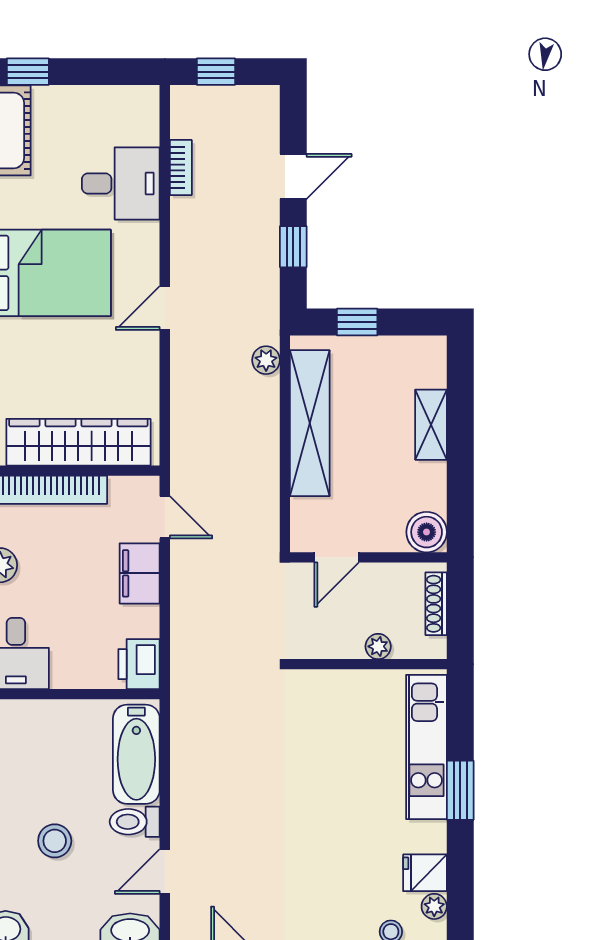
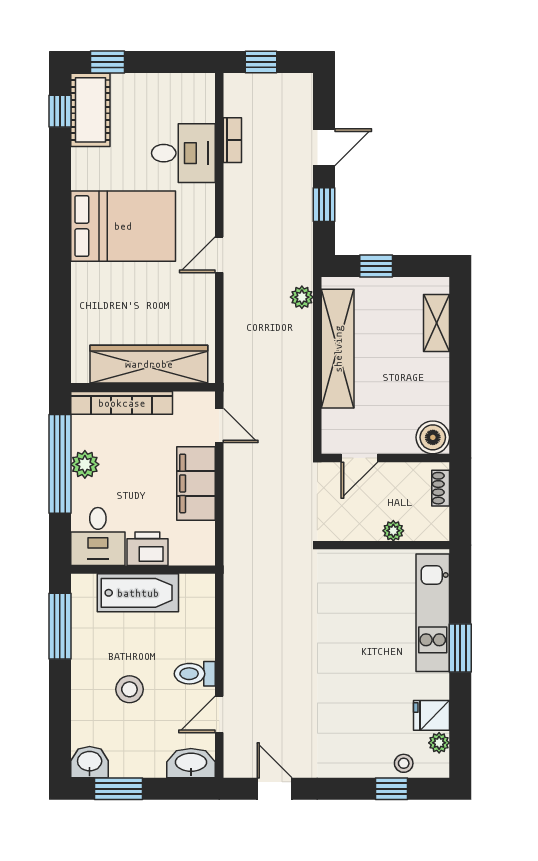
shelving: (431, 425) -> (436, 323), moved
filing cabinet: (140, 573) -> (196, 483), width x1.50, depth x1.17
shoe rack: (436, 604) -> (441, 488), width x0.70
printer: (139, 664) -> (147, 549), moved, turned 90
bathtub: (136, 754) -> (138, 593), moved, turned -90

